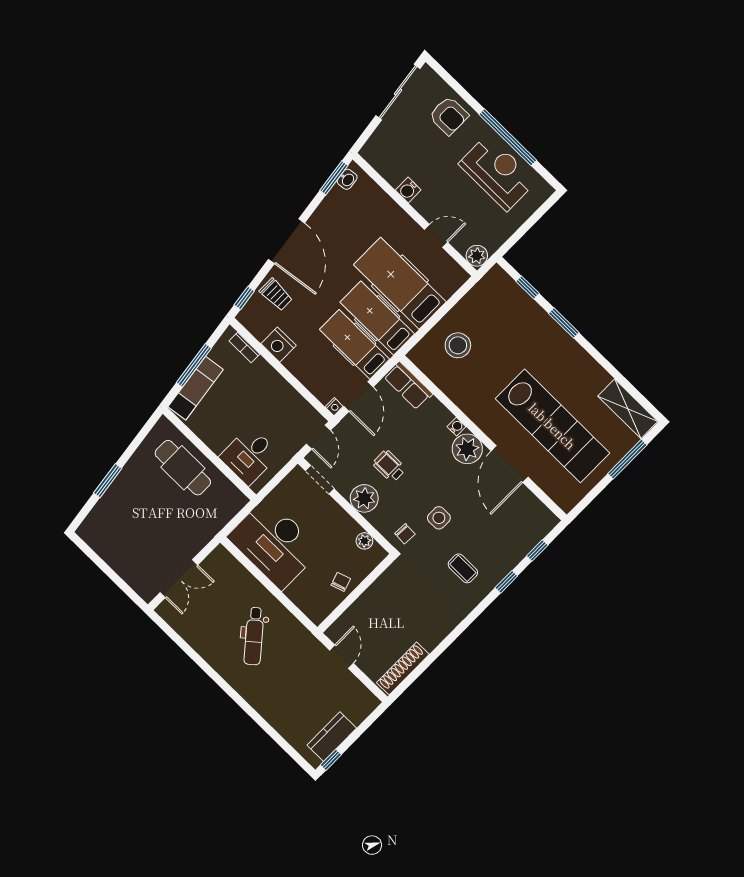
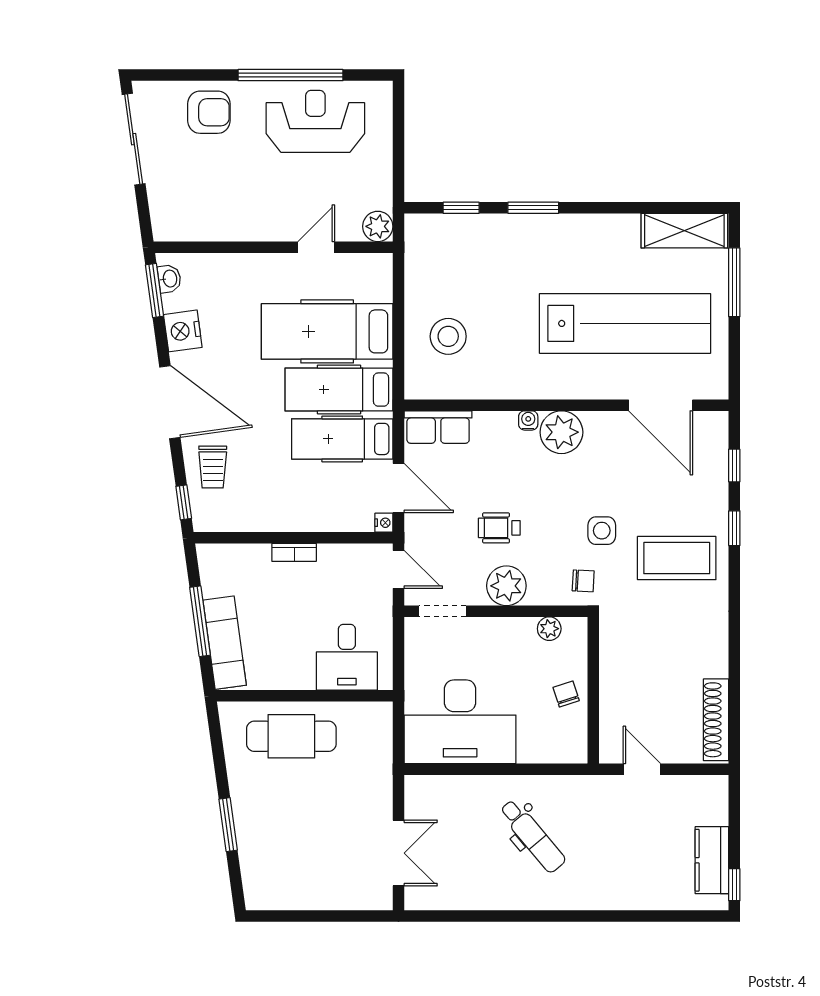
water cooler: (408, 190) -> (242, 228), removed
trolley: (276, 295) -> (213, 467), turned 90
nightstand: (279, 345) -> (183, 331), moved, turned 82
bookcase: (244, 348) -> (294, 552), moved
door: (510, 464) -> (661, 405), moved
coffee table: (463, 568) -> (677, 558), width x1.86, depth x1.72

